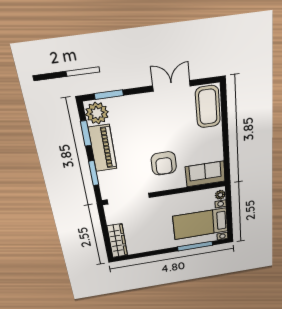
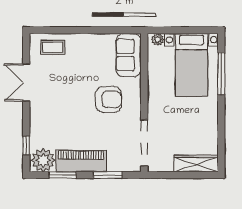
window: (109, 95) -> (26, 145), width x0.67
coffee table: (208, 107) -> (53, 47), width x0.54, depth x0.58

